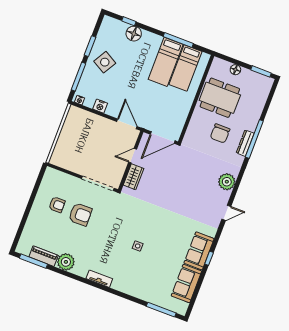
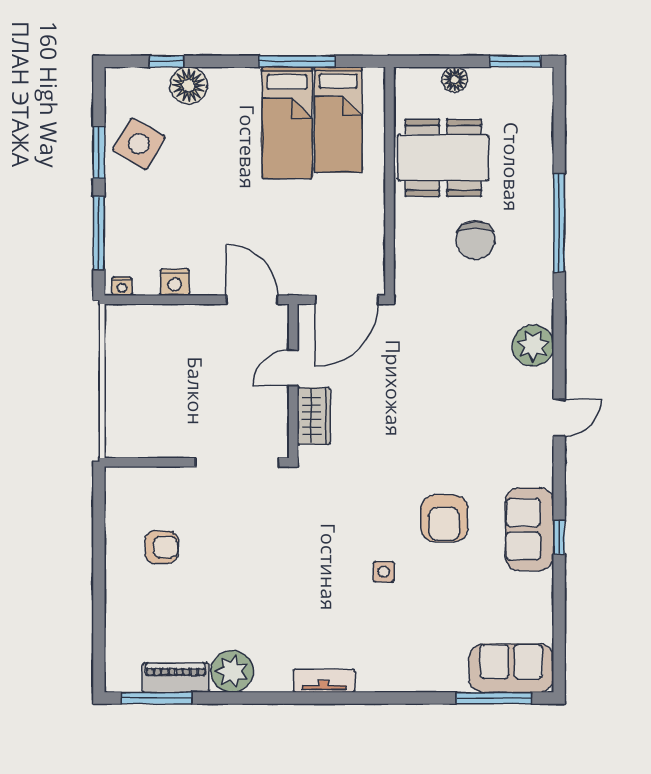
side table: (105, 62) -> (139, 144), moved
dresser: (245, 143) -> (542, 240), removed
armchair: (80, 214) -> (444, 518), moved, turned 91
sofa: (186, 283) -> (511, 668), moved, turned 90

